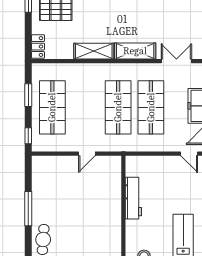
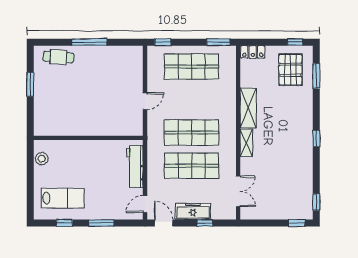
shelving: (135, 51) -> (246, 143), width x0.67, depth x0.75
window: (28, 95) -> (218, 42), moved
door: (87, 154) -> (145, 101), swing flipped
workbench: (133, 198) -> (135, 166), moved, turned 90

